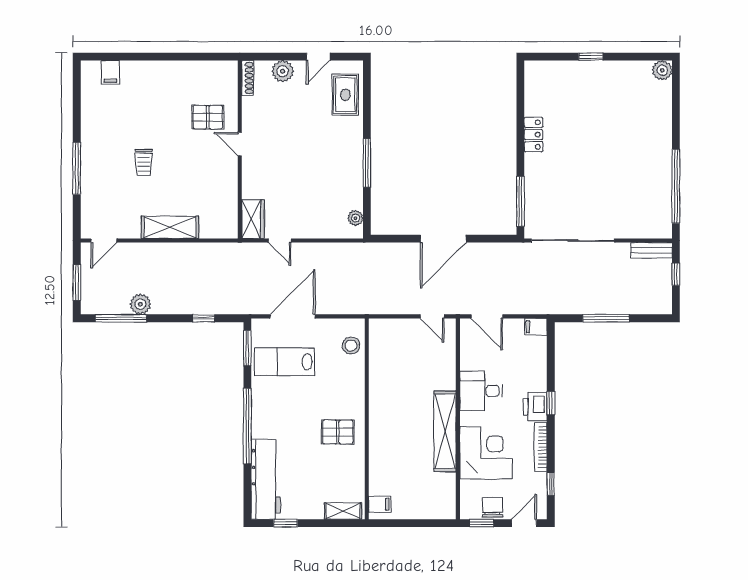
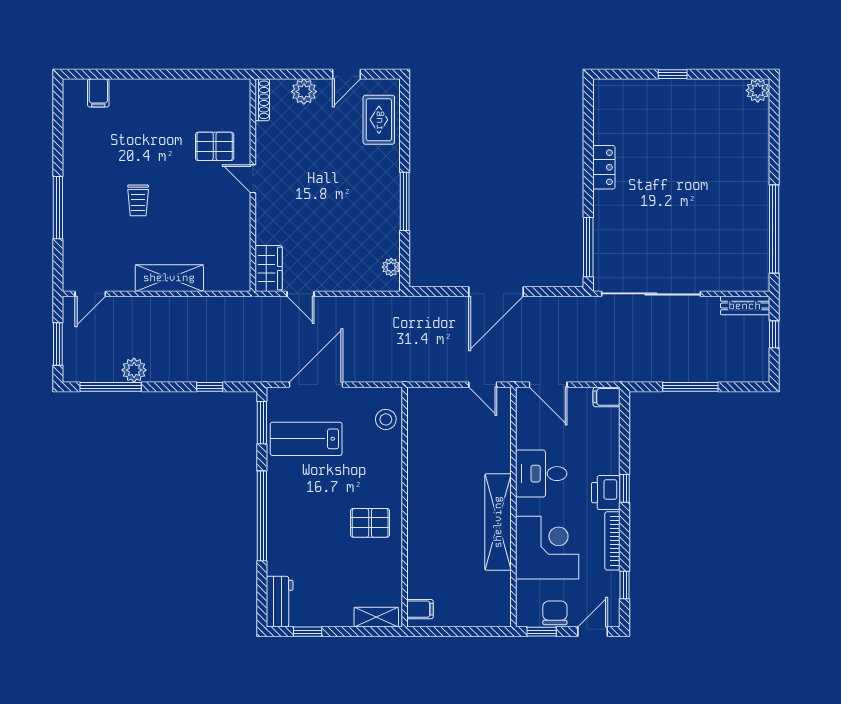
workbench: (266, 479) -> (280, 602), width x0.53, depth x0.76

